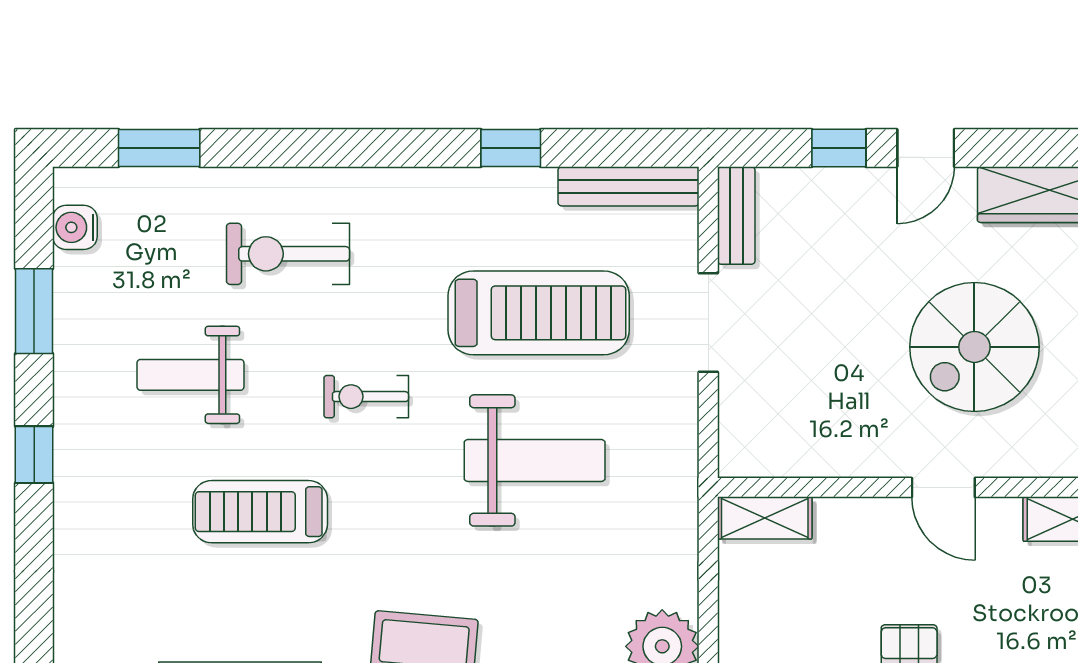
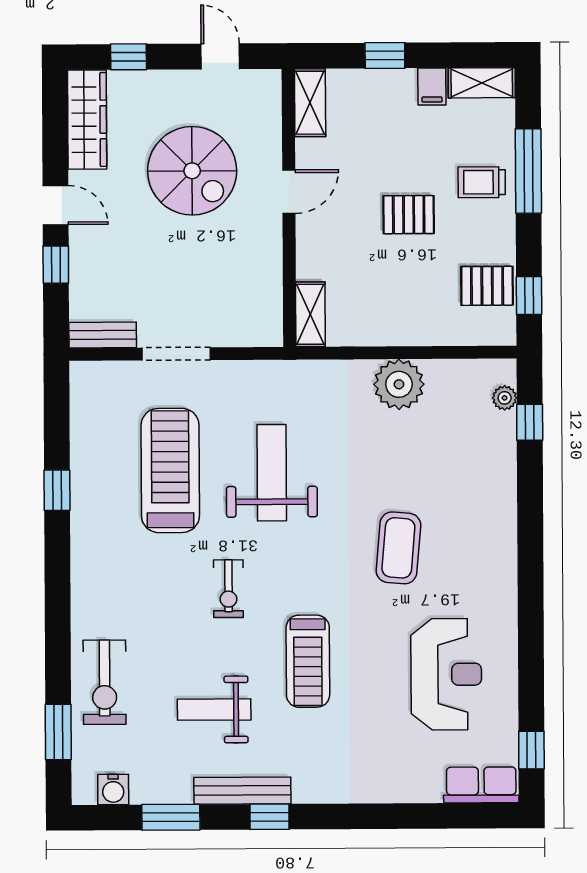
bench: (629, 186) -> (242, 791), moved, turned 90
exercise bike: (288, 254) -> (105, 682), moved
weight bench: (190, 375) -> (214, 710), turned 90

